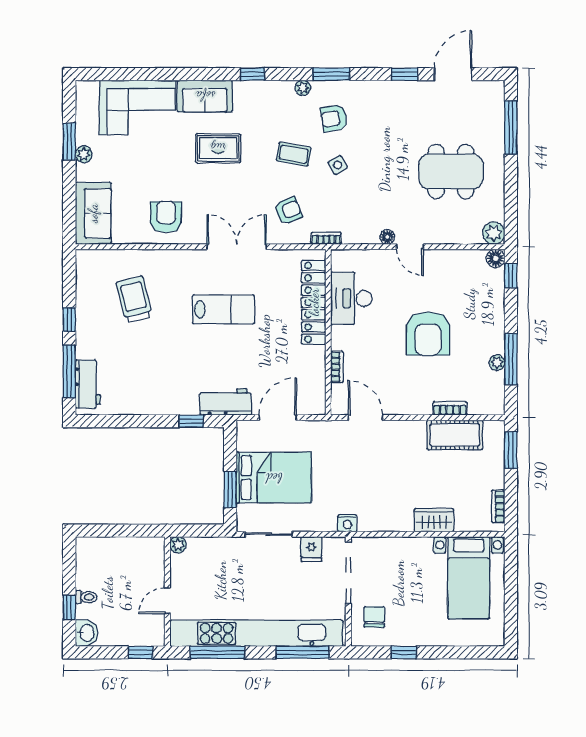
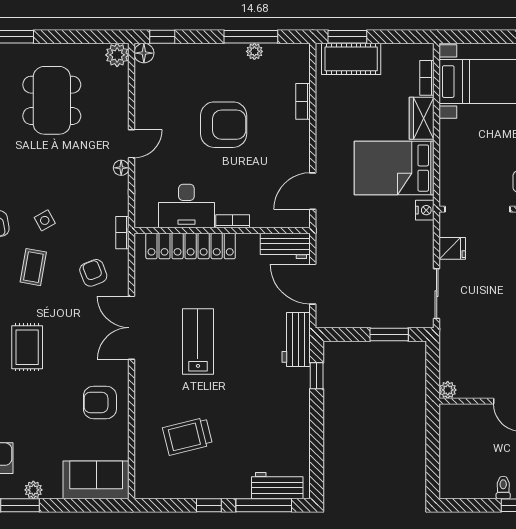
bookcase: (337, 367) -> (233, 221), moved
workbench: (314, 392) -> (285, 246), added
cot: (455, 435) -> (351, 59), moved, turned 90
bed: (274, 478) -> (394, 168), moved, turned -90
bookcase: (498, 506) -> (427, 78), moved, turned 90

